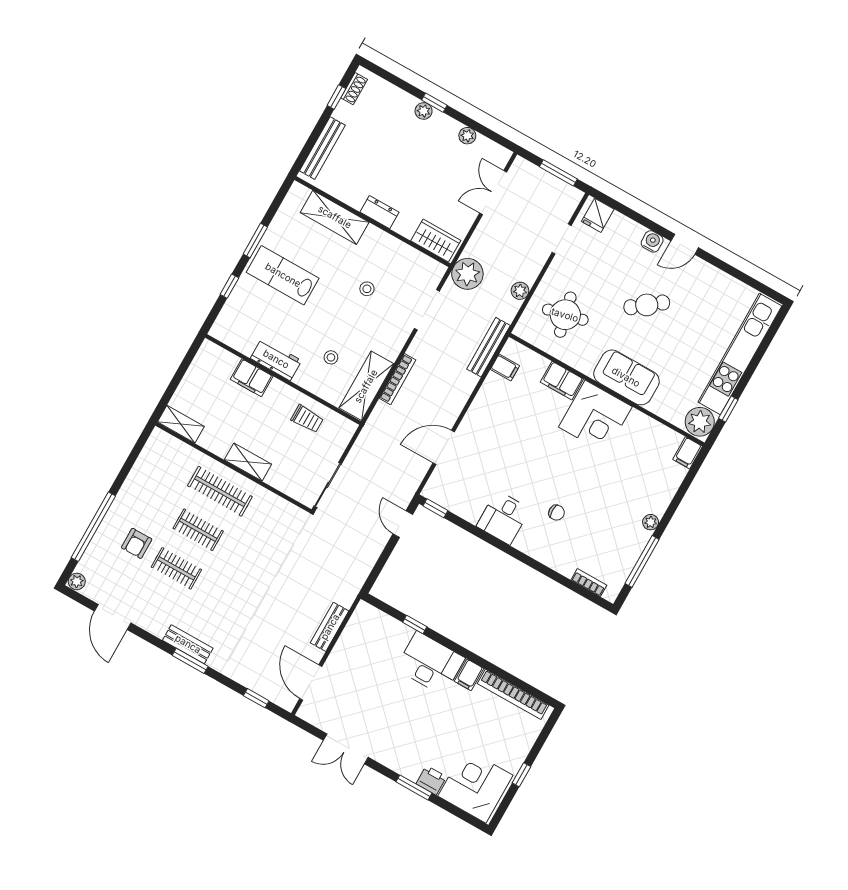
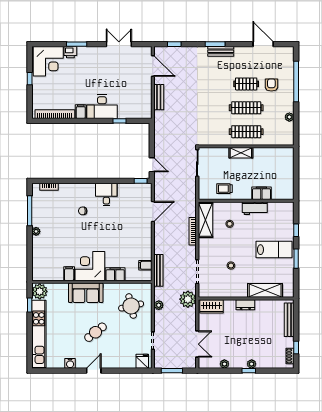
water cooler: (652, 241) -> (70, 363), moved
shelving: (181, 424) -> (282, 153), removed
filing cabinet: (688, 453) -> (69, 274), moved
clothes rail: (198, 530) -> (246, 108), width x1.36
plant: (77, 581) -> (289, 117), moved

